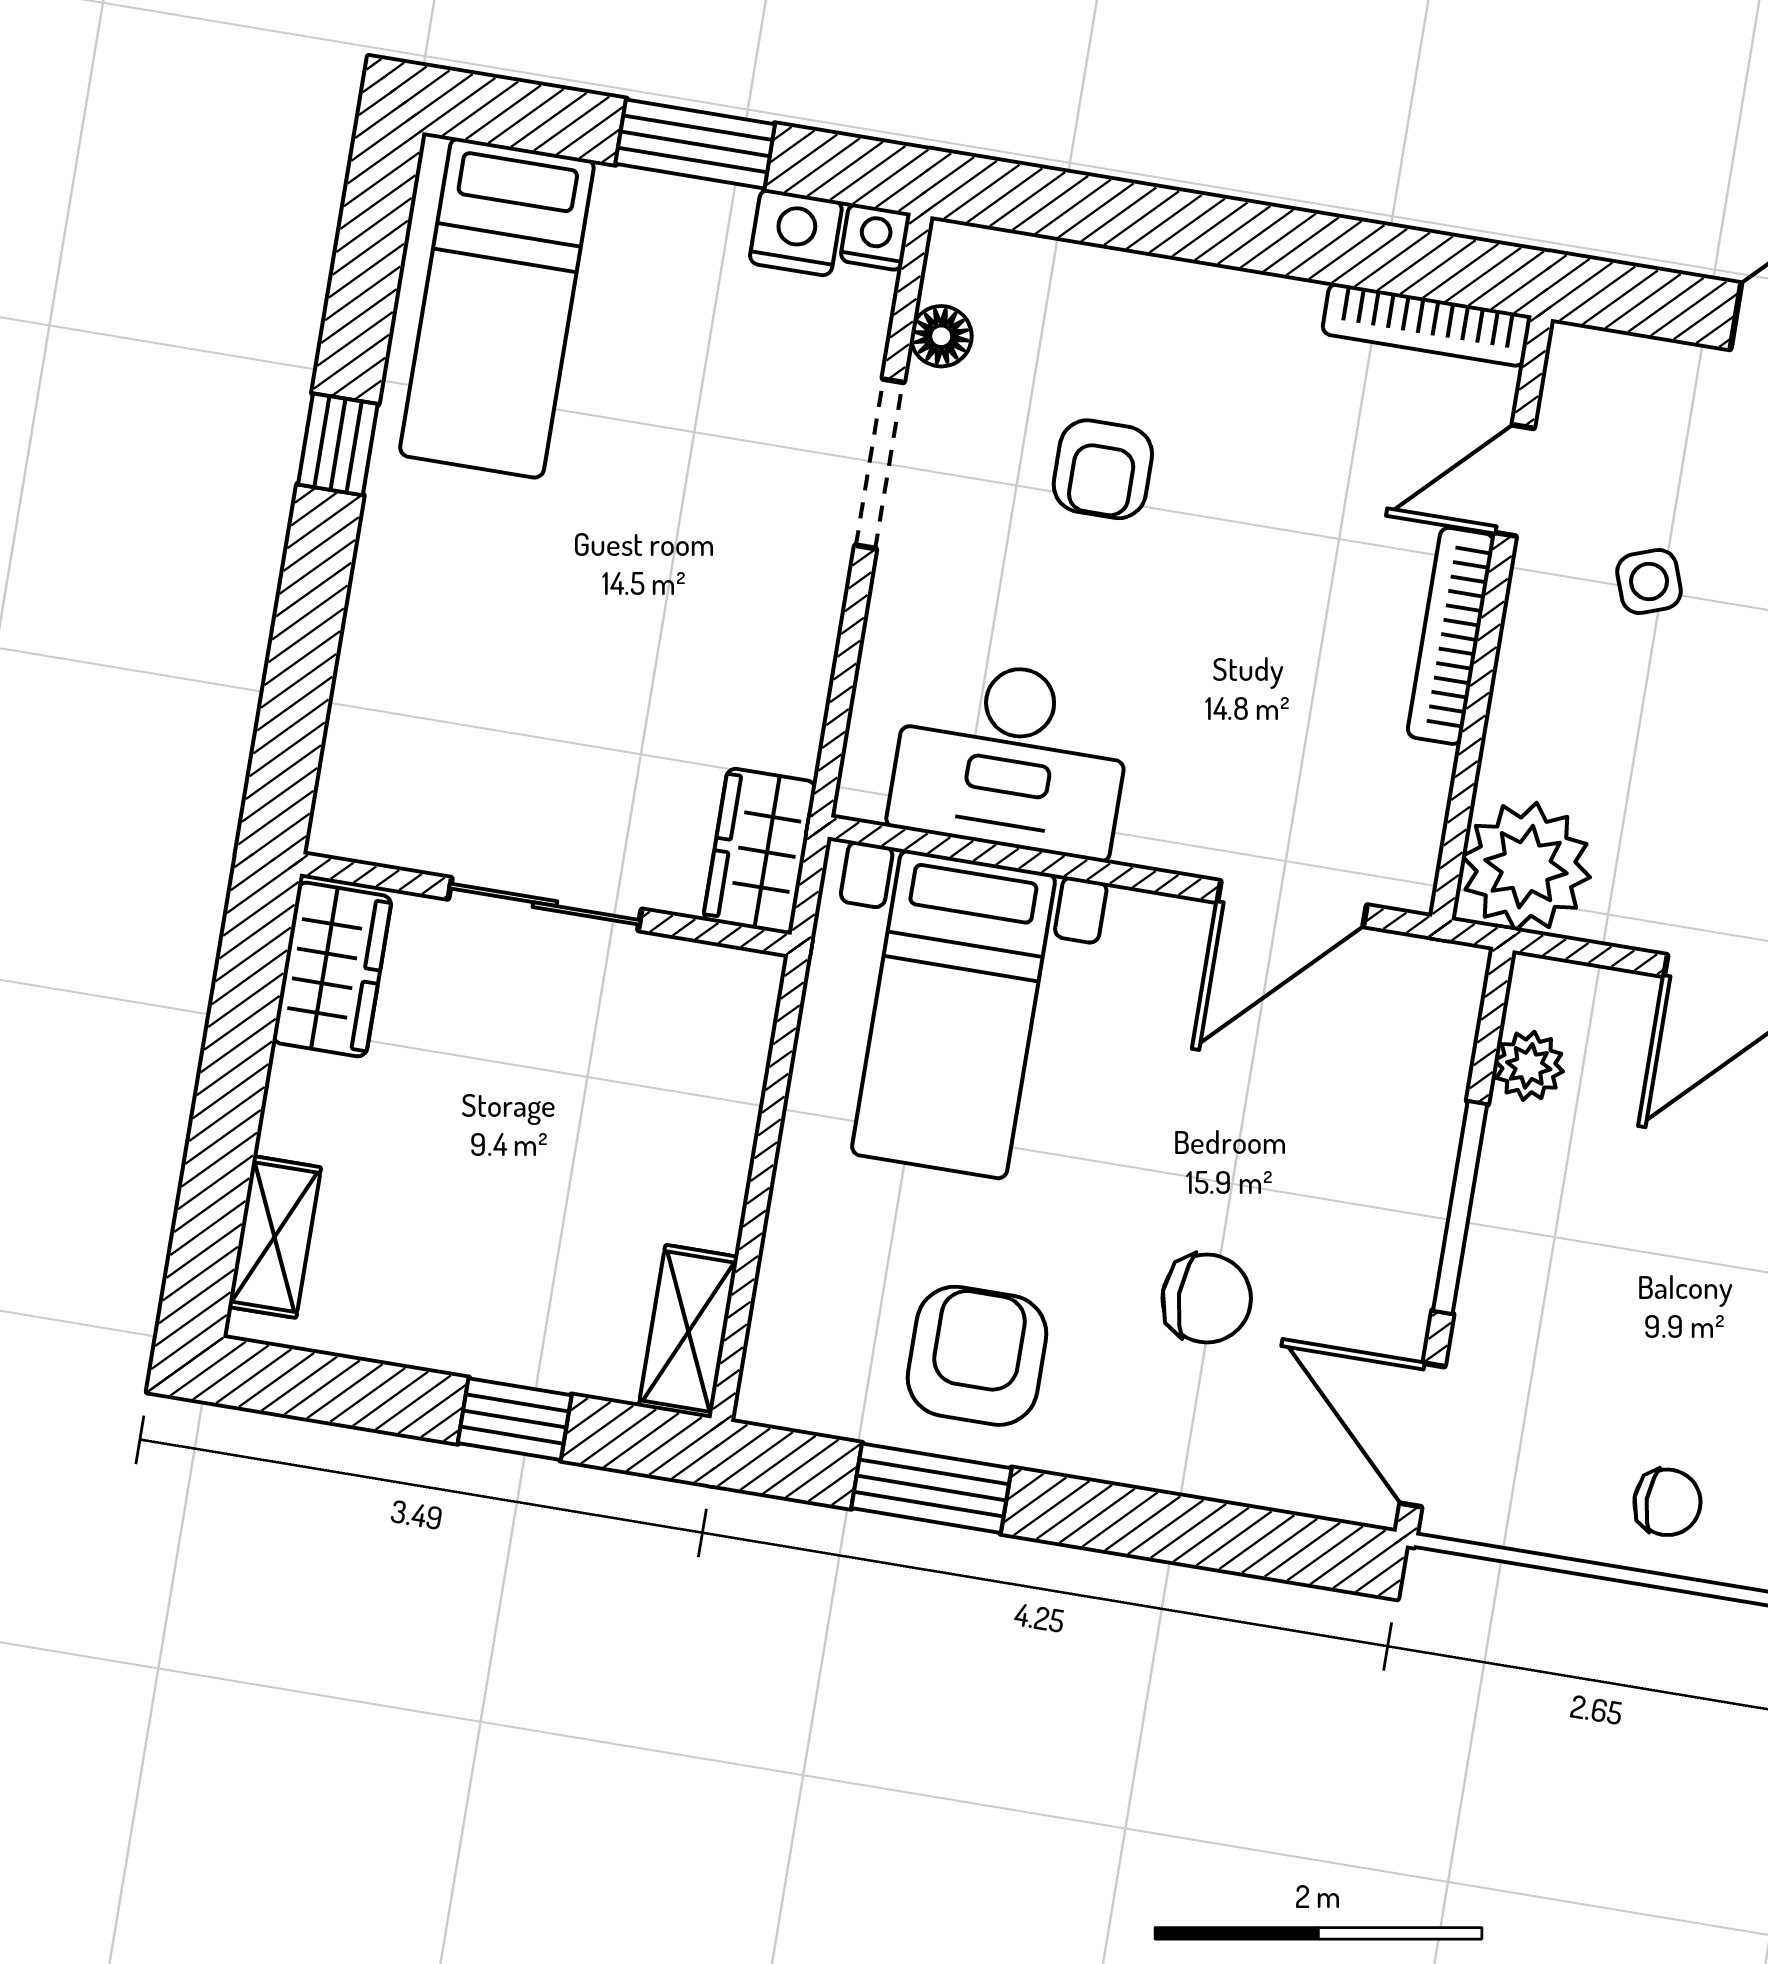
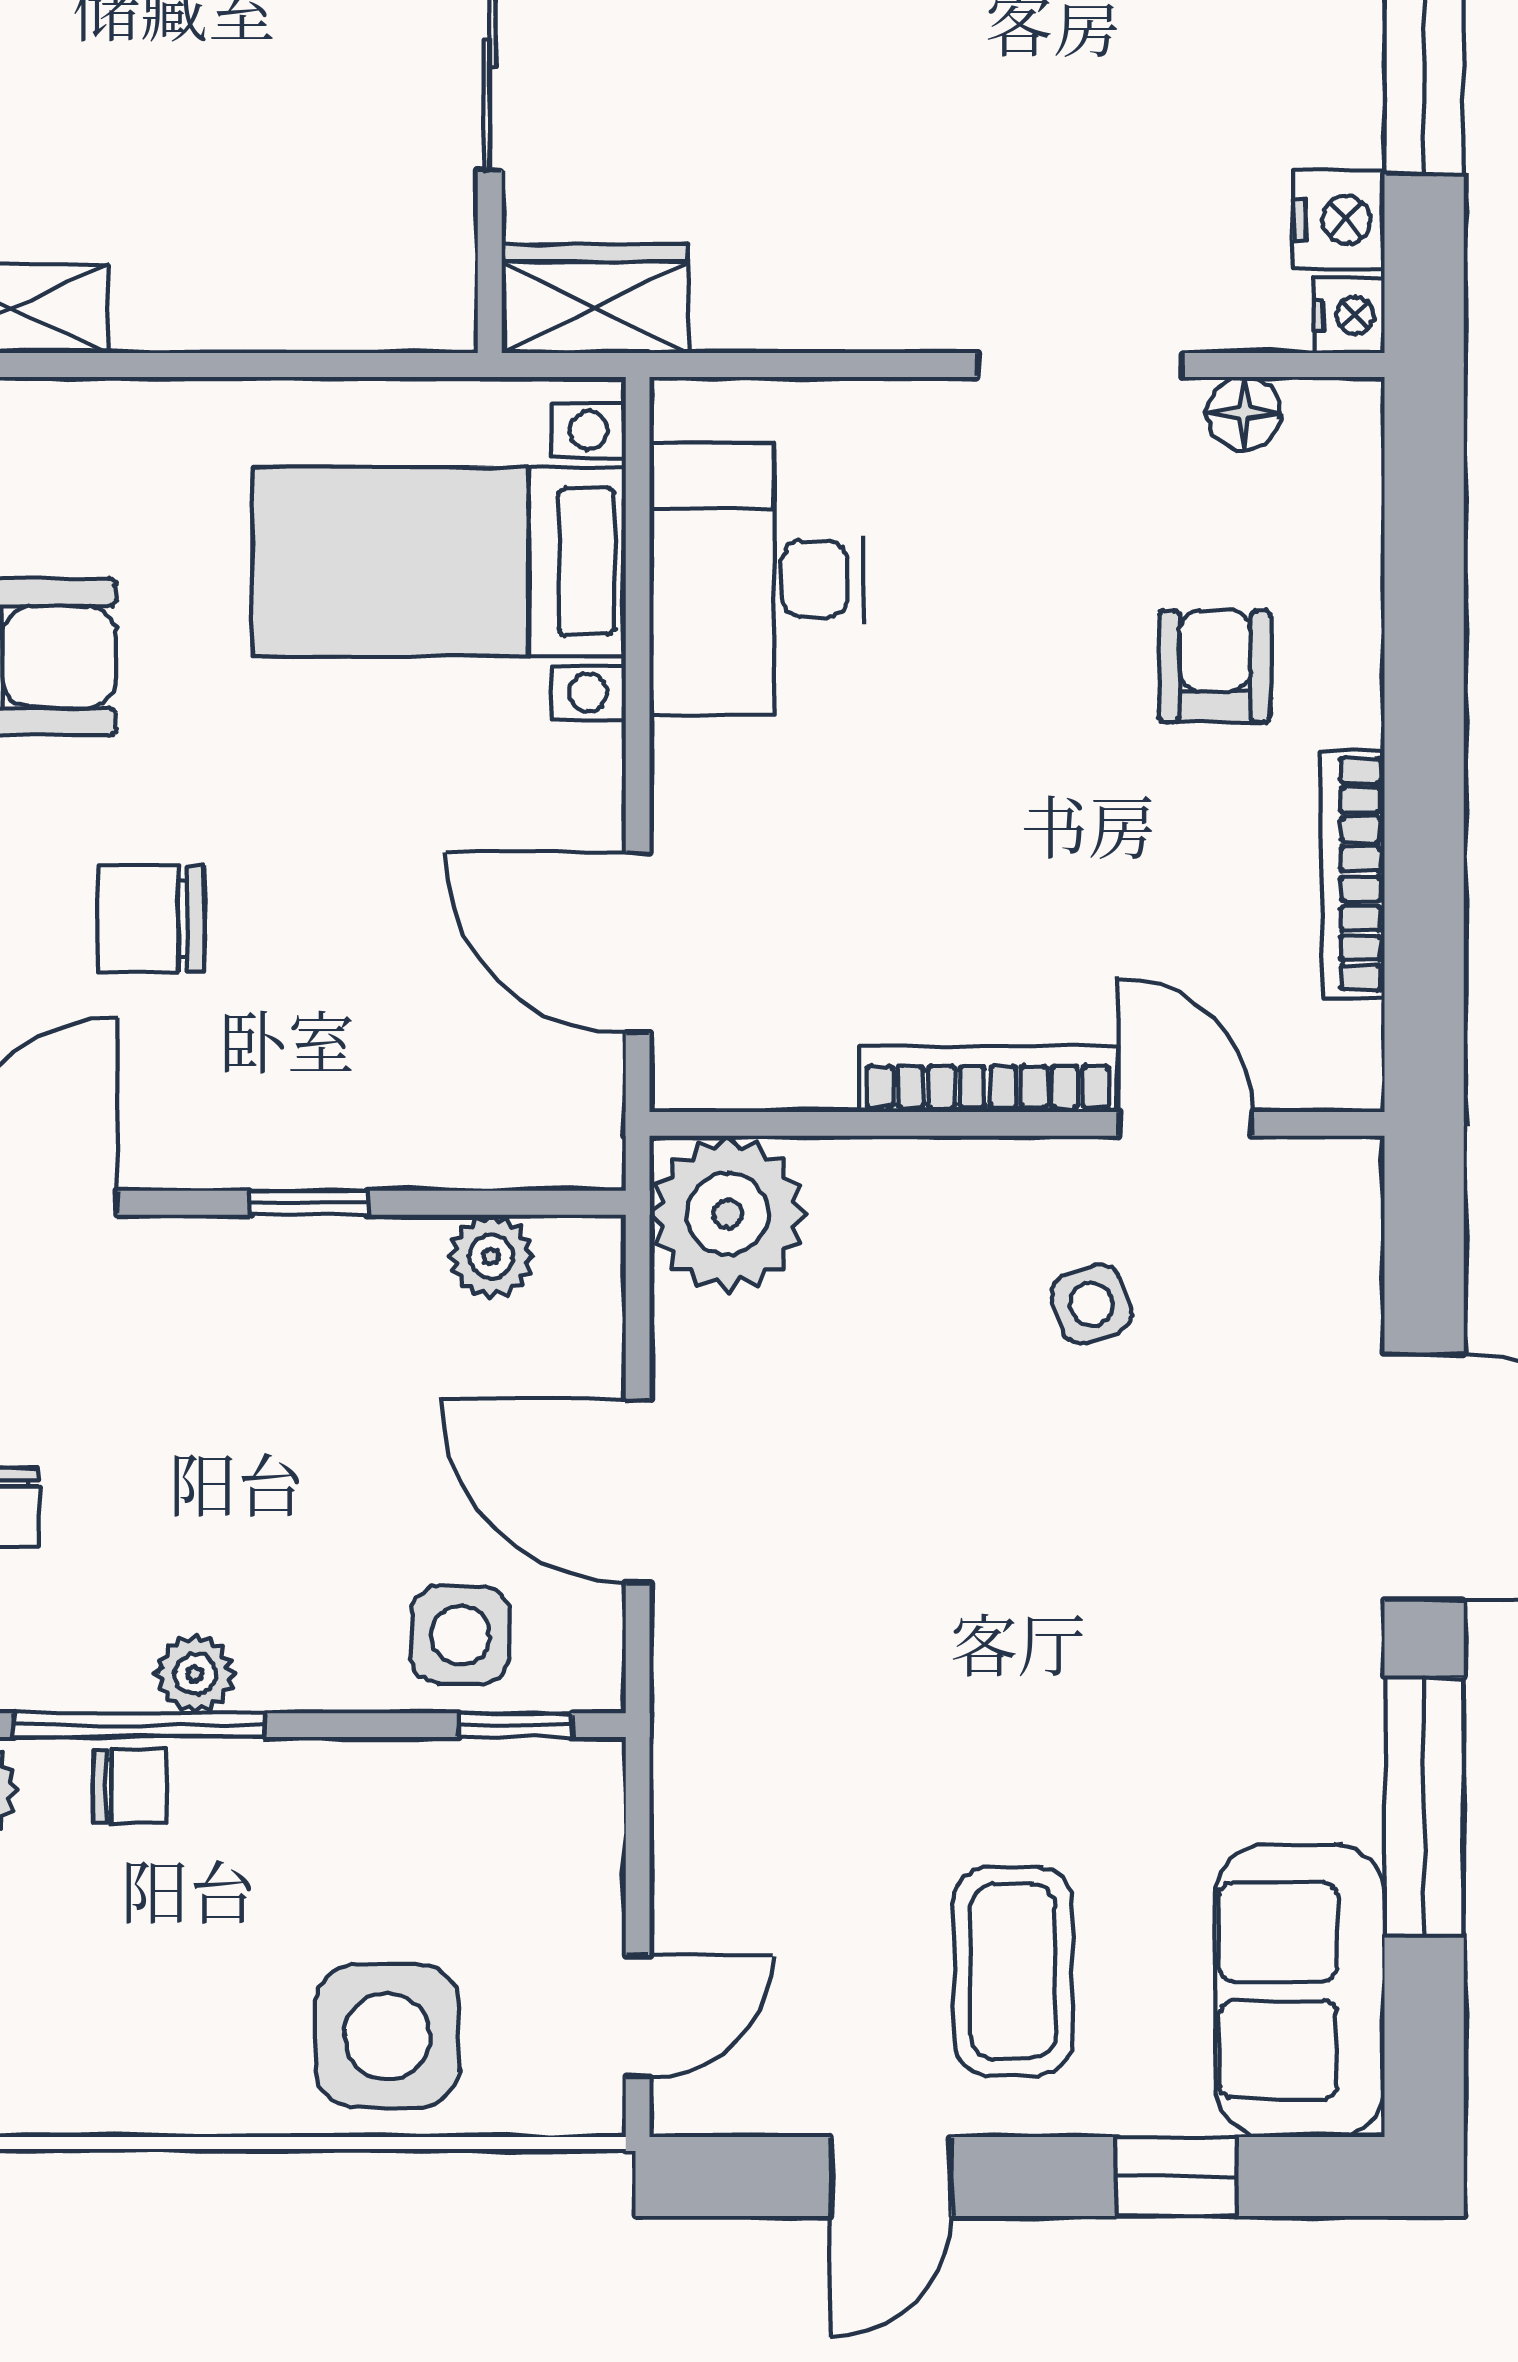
bookcase: (1427, 325) -> (1353, 874), moved
armchair: (1103, 469) -> (1215, 666), moved, turned 90
window: (1460, 1208) -> (309, 1203), width x0.46
chair: (1207, 1298) -> (151, 919), turned 90

